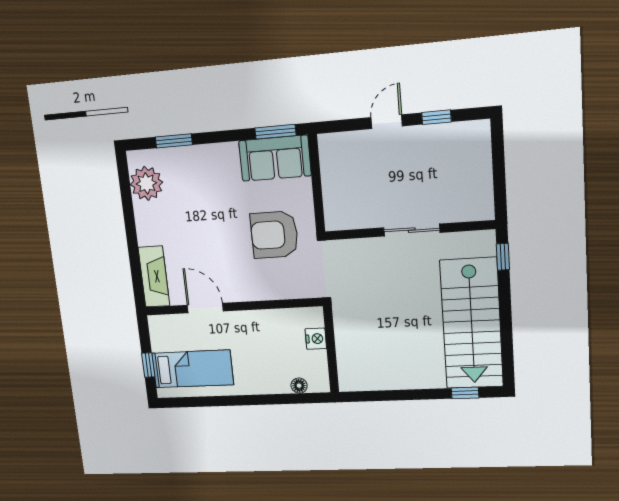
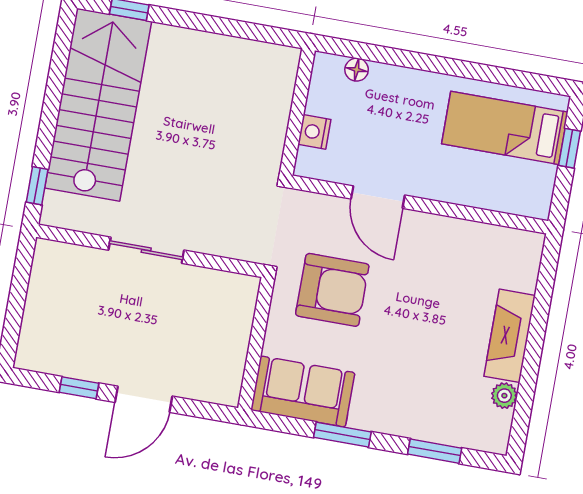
door: (387, 122) -> (144, 399), width x1.38
window: (275, 132) -> (342, 435), moved
plant: (146, 183) -> (504, 396), width x0.53, depth x0.53
fireplace: (154, 277) -> (510, 336), moved
door: (205, 308) -> (378, 197), moved

